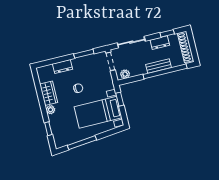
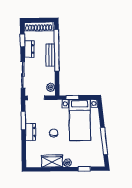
dresser: (63, 67) -> (30, 132), moved

